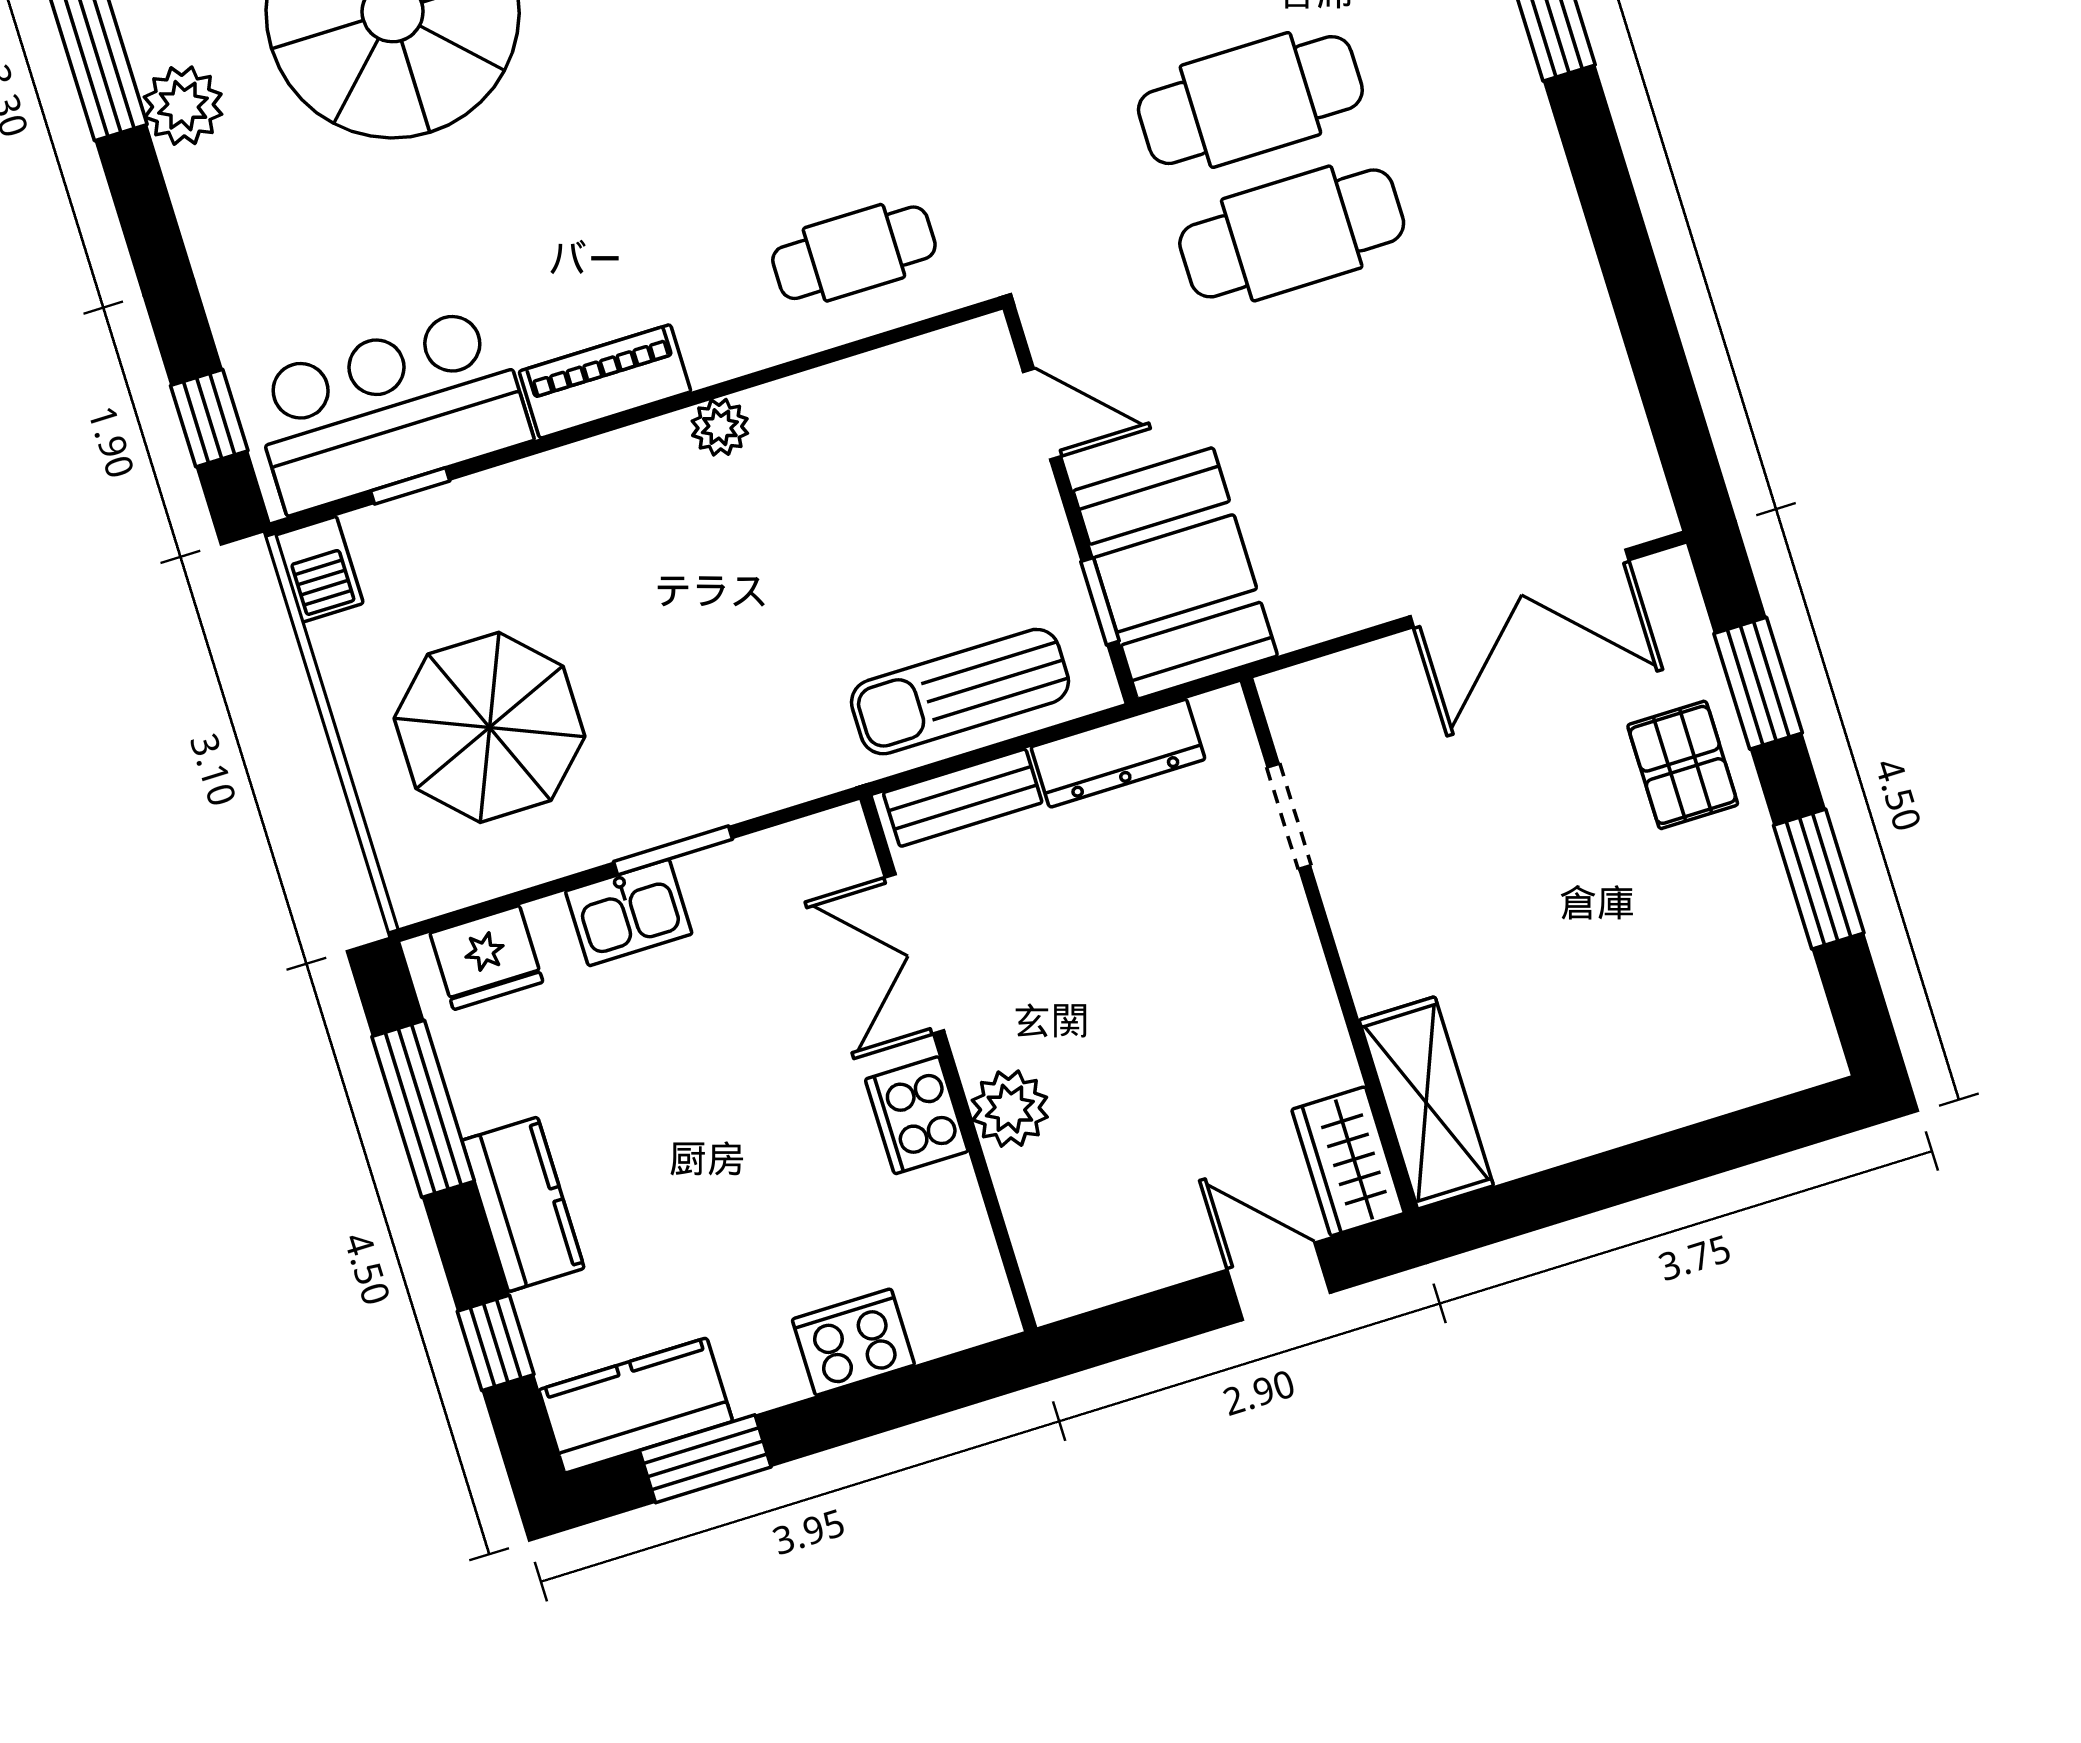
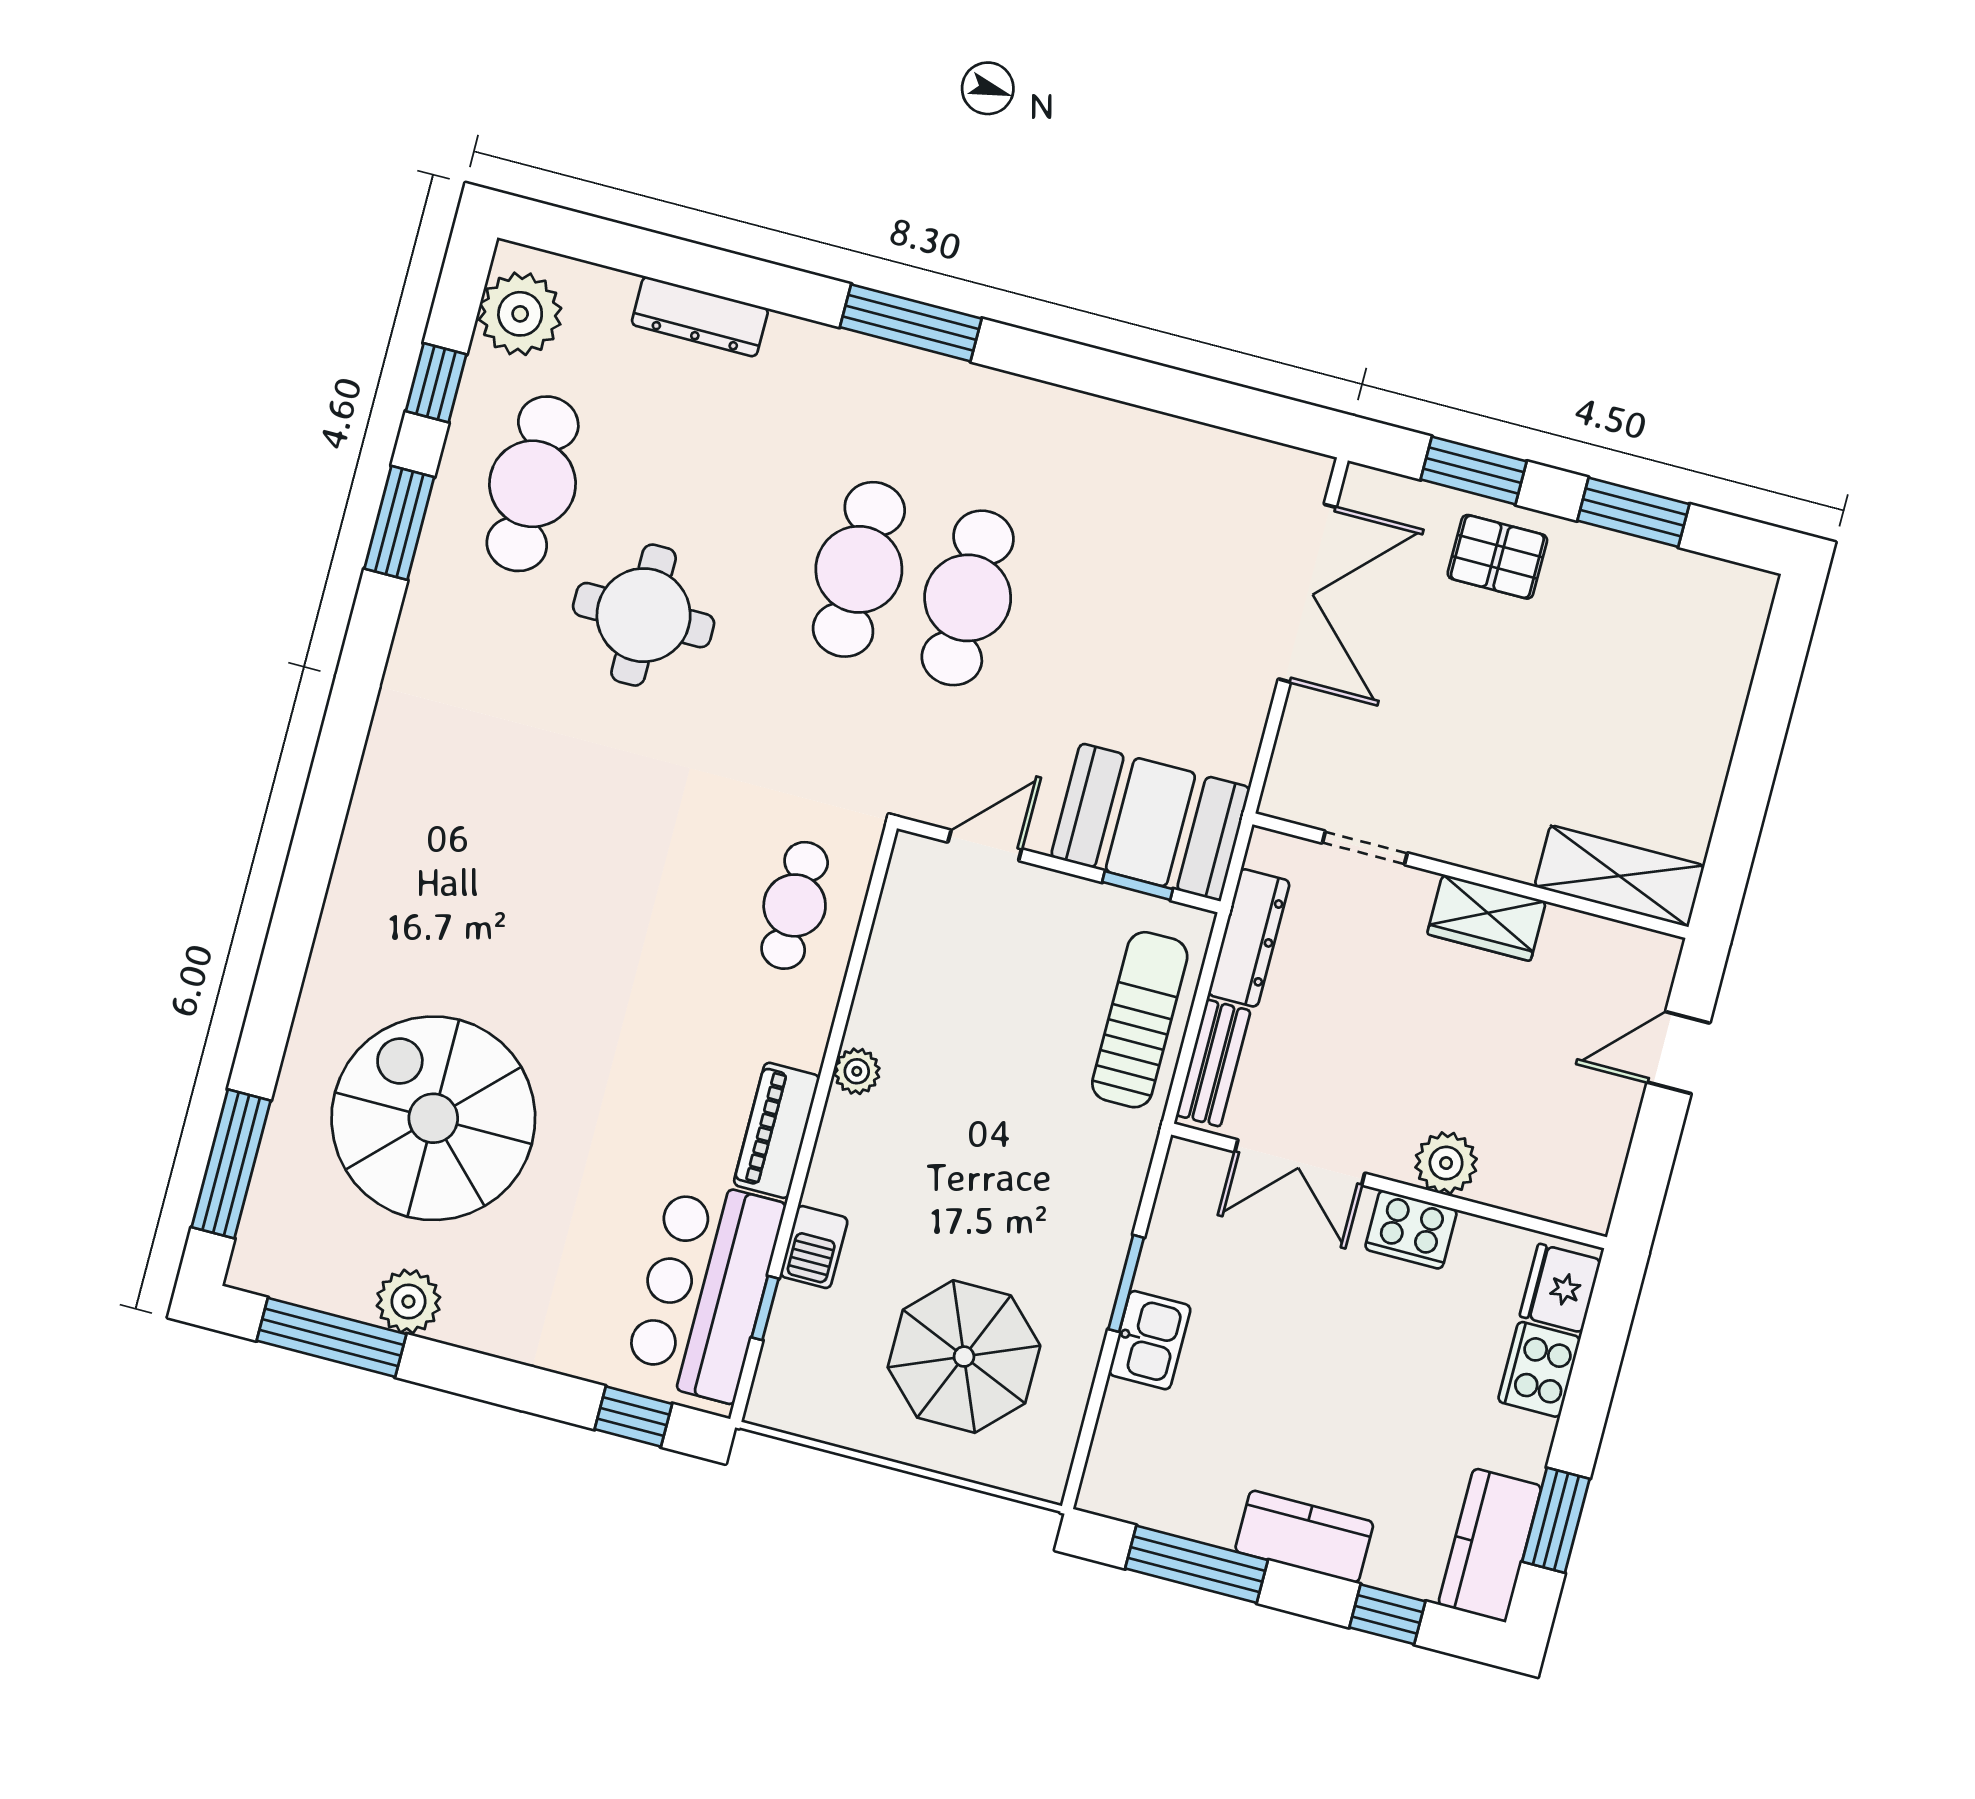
barbecue: (319, 569) -> (814, 1247), moved, turned 90
sun lounger: (960, 692) -> (1140, 1020), turned 180
fridge: (486, 958) -> (1560, 1288), moved, turned 180
wardrobe: (1348, 1161) -> (1487, 918), moved

